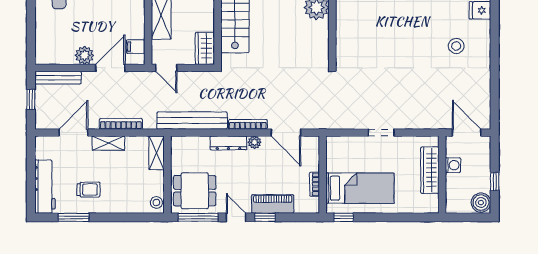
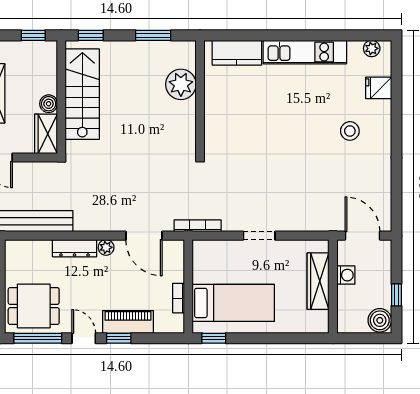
boiler: (207, 23) -> (49, 104), added
bookcase: (248, 124) -> (198, 226), moved

